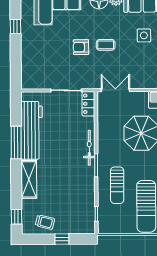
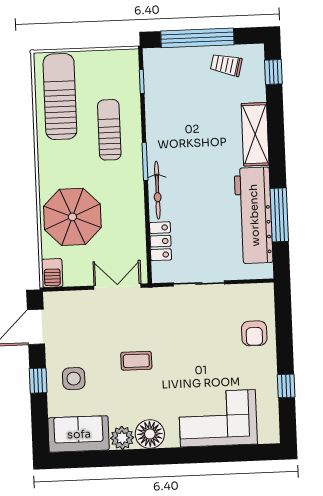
armchair: (81, 47) -> (254, 333), moved, turned 90
double door: (115, 90) -> (117, 287), swing flipped
locker: (88, 104) -> (160, 241), moved
window: (16, 143) -> (279, 215), moved
window: (62, 239) -> (197, 38), width x3.17

